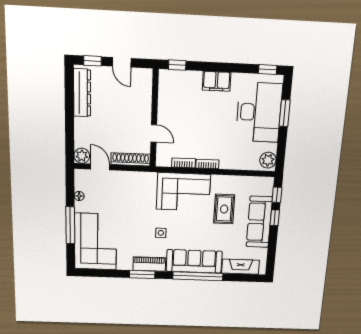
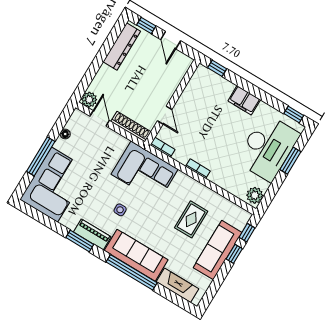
bookcase: (183, 163) -> (162, 147), moved
corner sofa: (183, 192) -> (145, 172), moved

